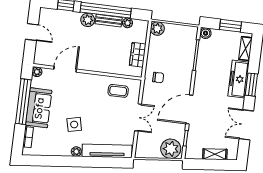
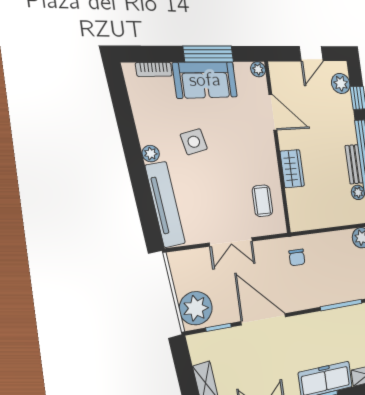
plant: (88, 20) -> (341, 83), moved
wardrobe: (138, 55) -> (292, 169), moved, turned 90
window: (23, 102) -> (208, 54), width x0.68

